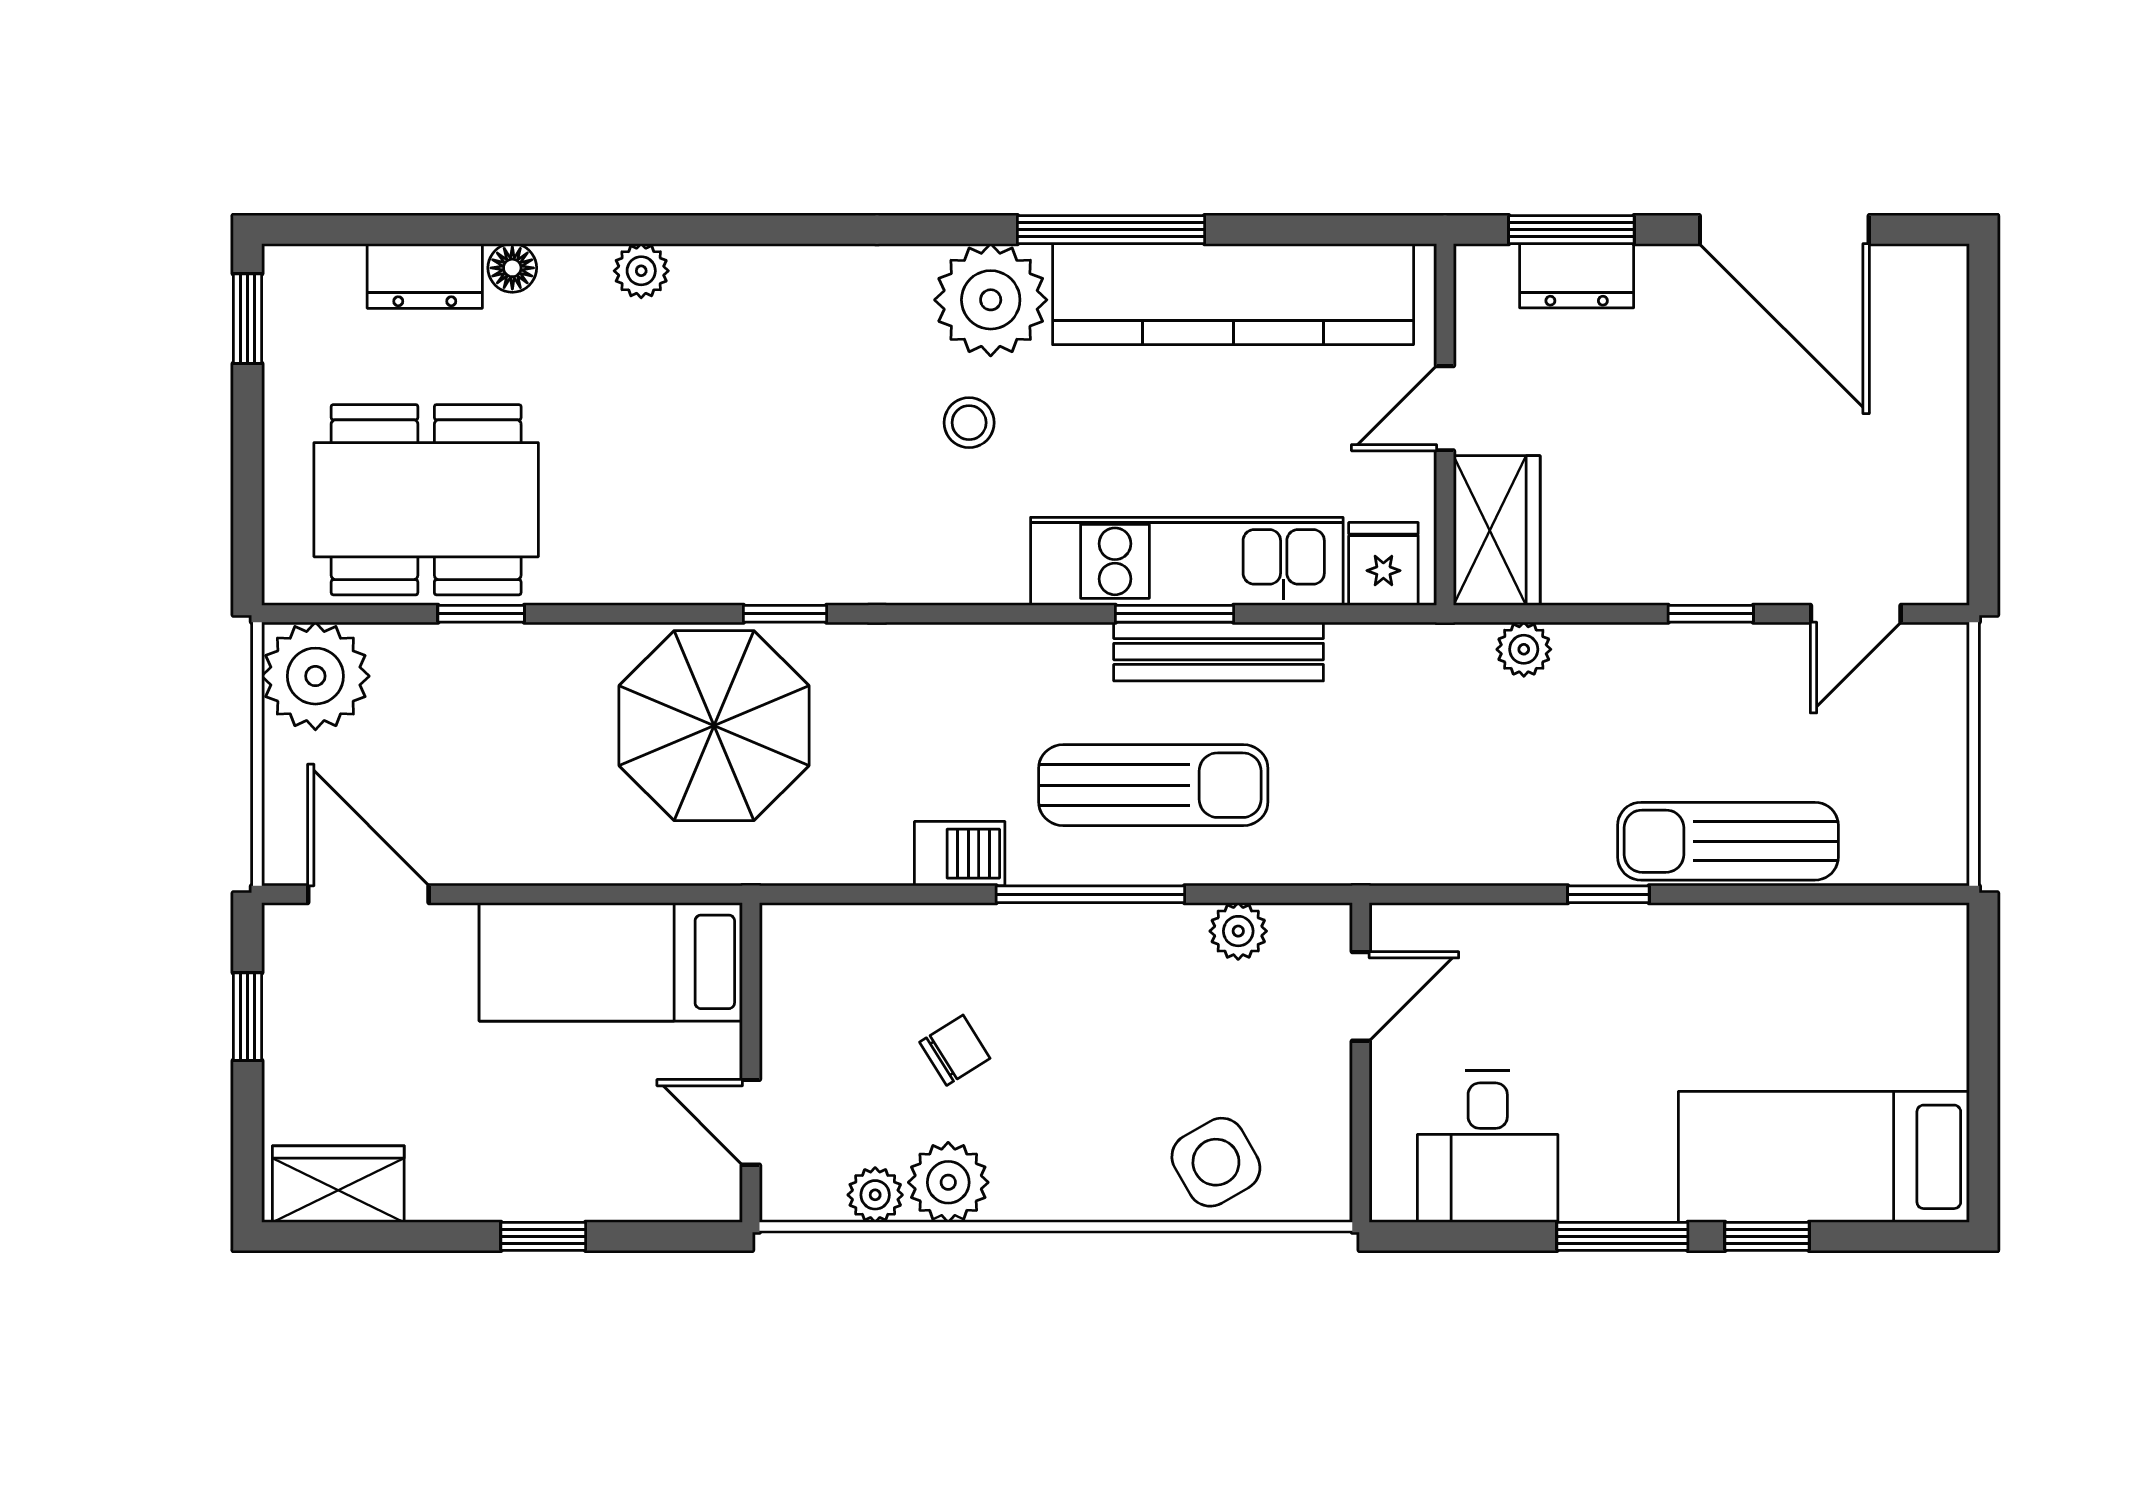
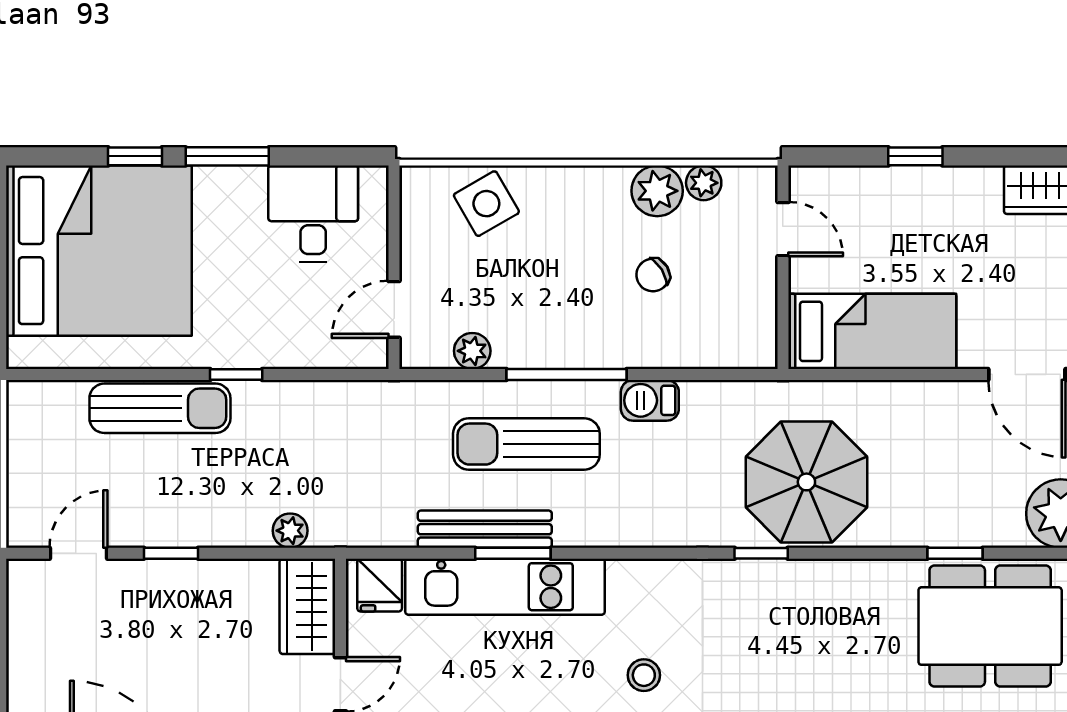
bed: (1824, 1157) -> (99, 251), width x2.04

